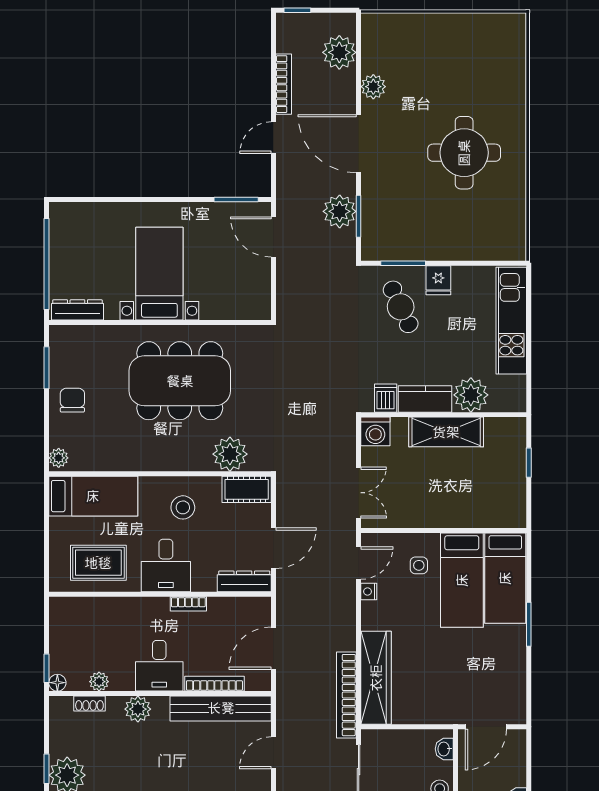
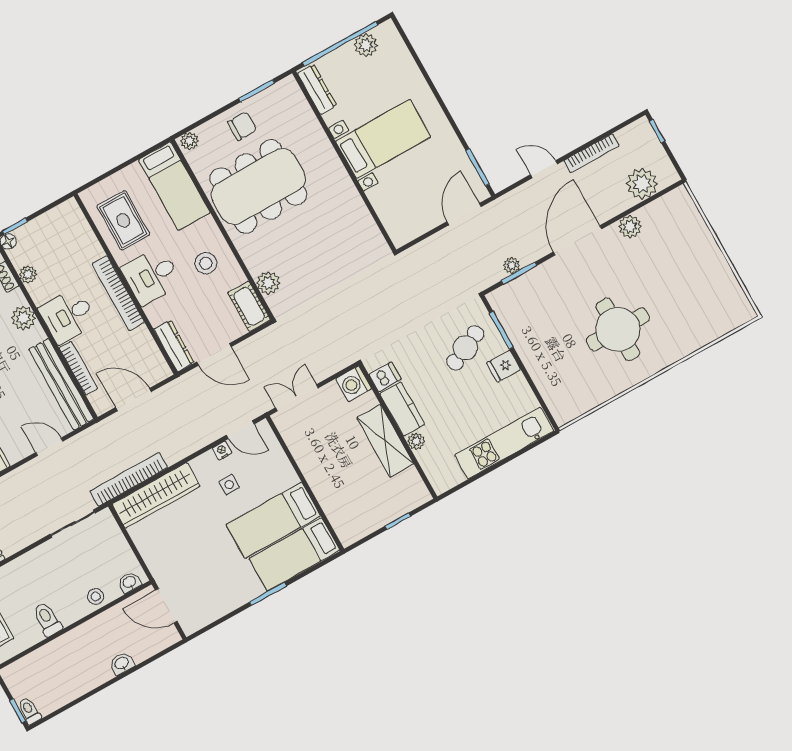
plant: (340, 211) -> (512, 265), width x0.53, depth x0.53
plant: (61, 240) -> (366, 45), added
dining table: (180, 381) -> (258, 186), moved, turned 90
plant: (471, 395) -> (416, 441), width x0.53, depth x0.53
plant: (230, 454) -> (268, 283), width x0.73, depth x0.73
double door: (359, 493) -> (297, 398), swing flipped
side table: (419, 565) -> (229, 485), moved
bookcase: (188, 604) -> (118, 293), width x2.31, depth x1.31

